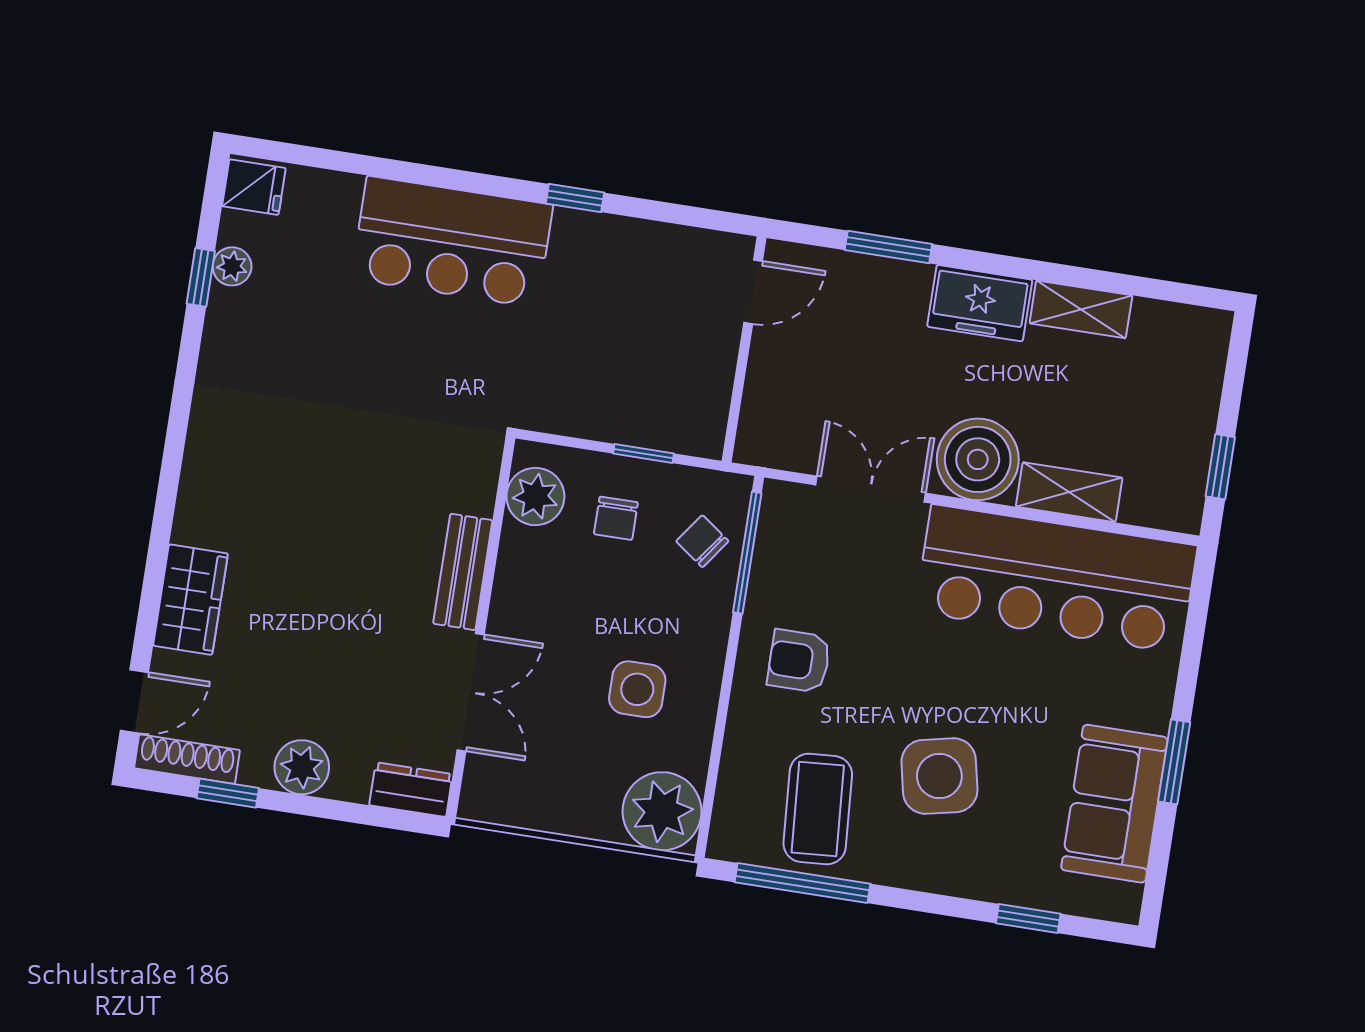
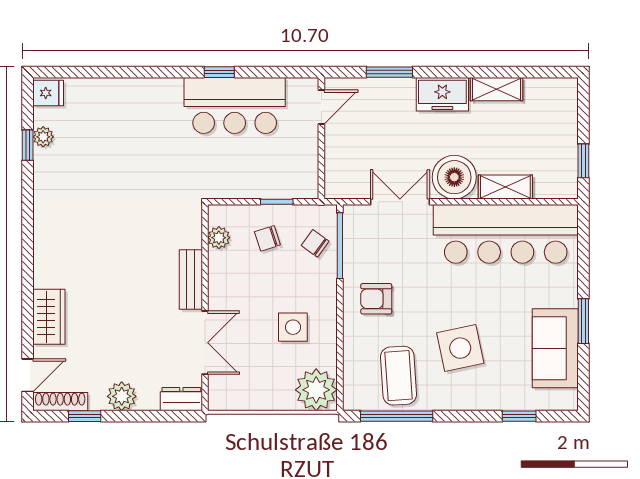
bar counter: (452, 242) -> (235, 105), moved
plant: (535, 497) -> (219, 238), width x0.73, depth x0.73
chair: (616, 518) -> (267, 238), turned 72

